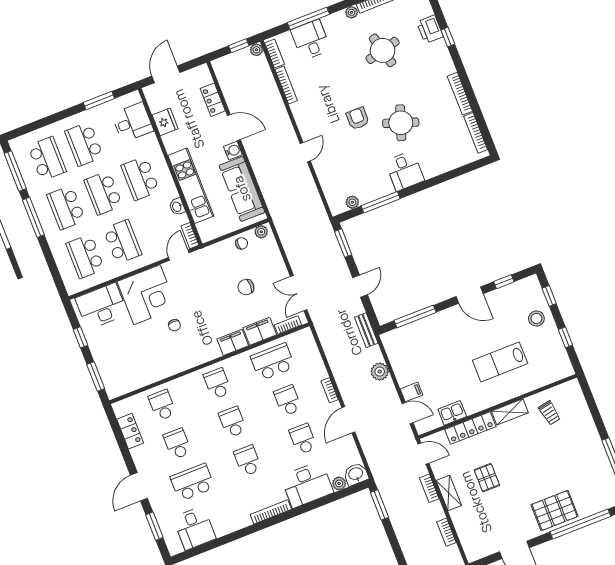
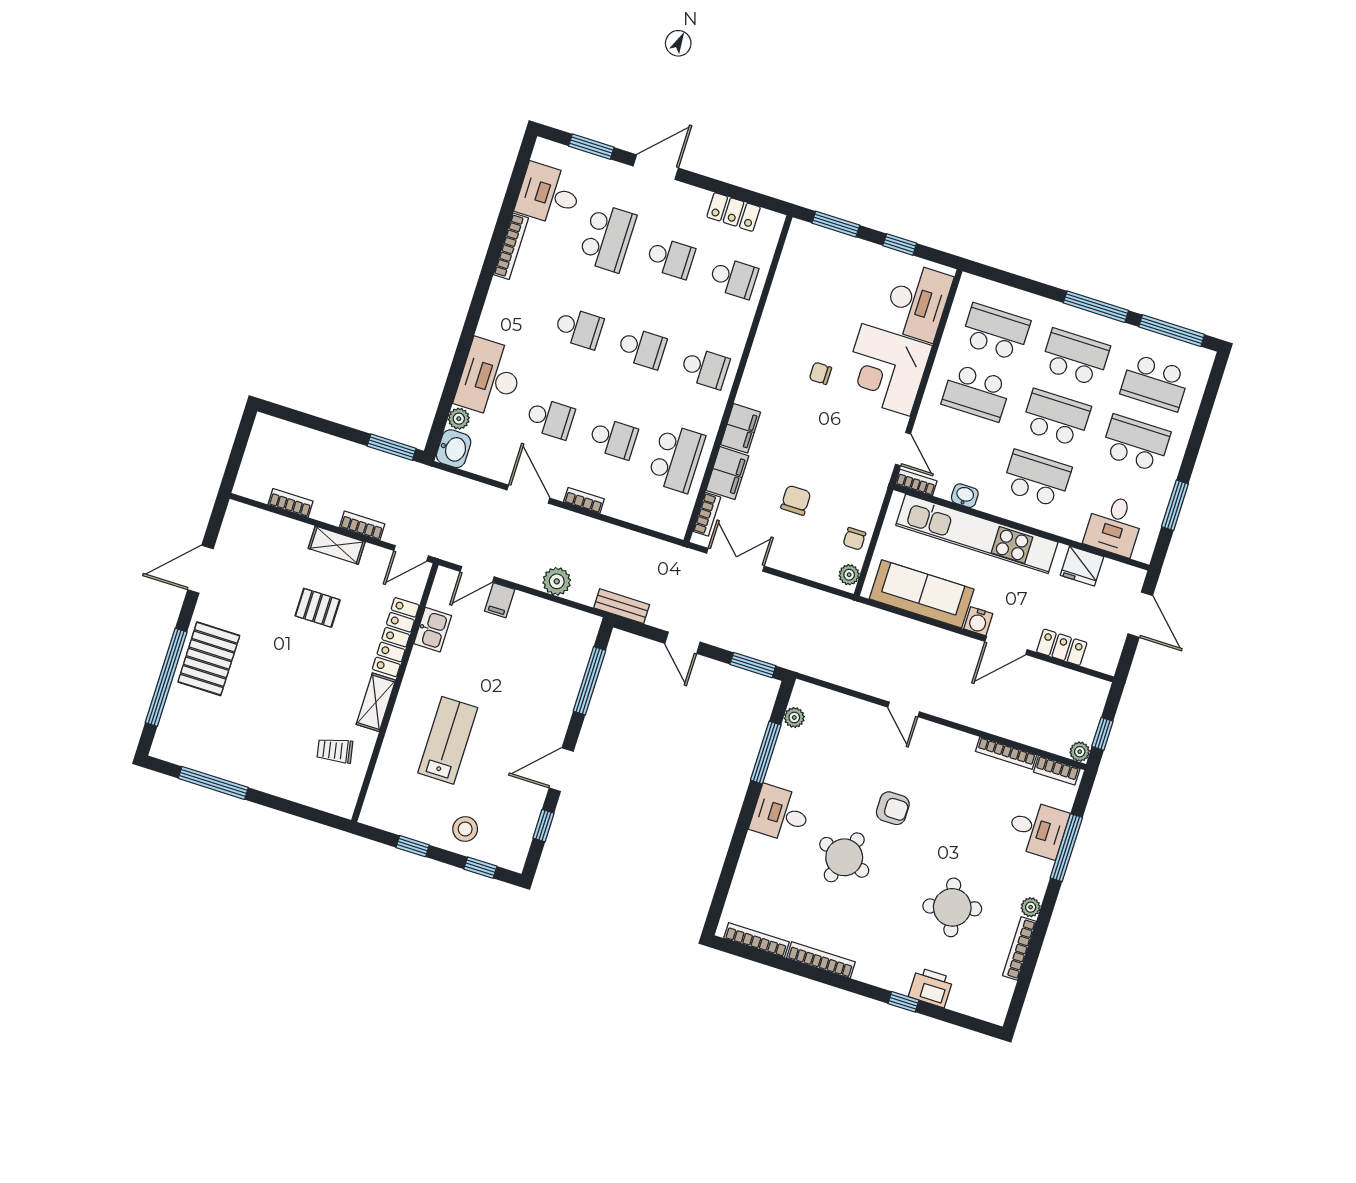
kitchen unit: (191, 186) -> (977, 534), width x1.36
door: (139, 487) -> (656, 167), hinge flipped
bookcase: (271, 512) -> (511, 246), moved

